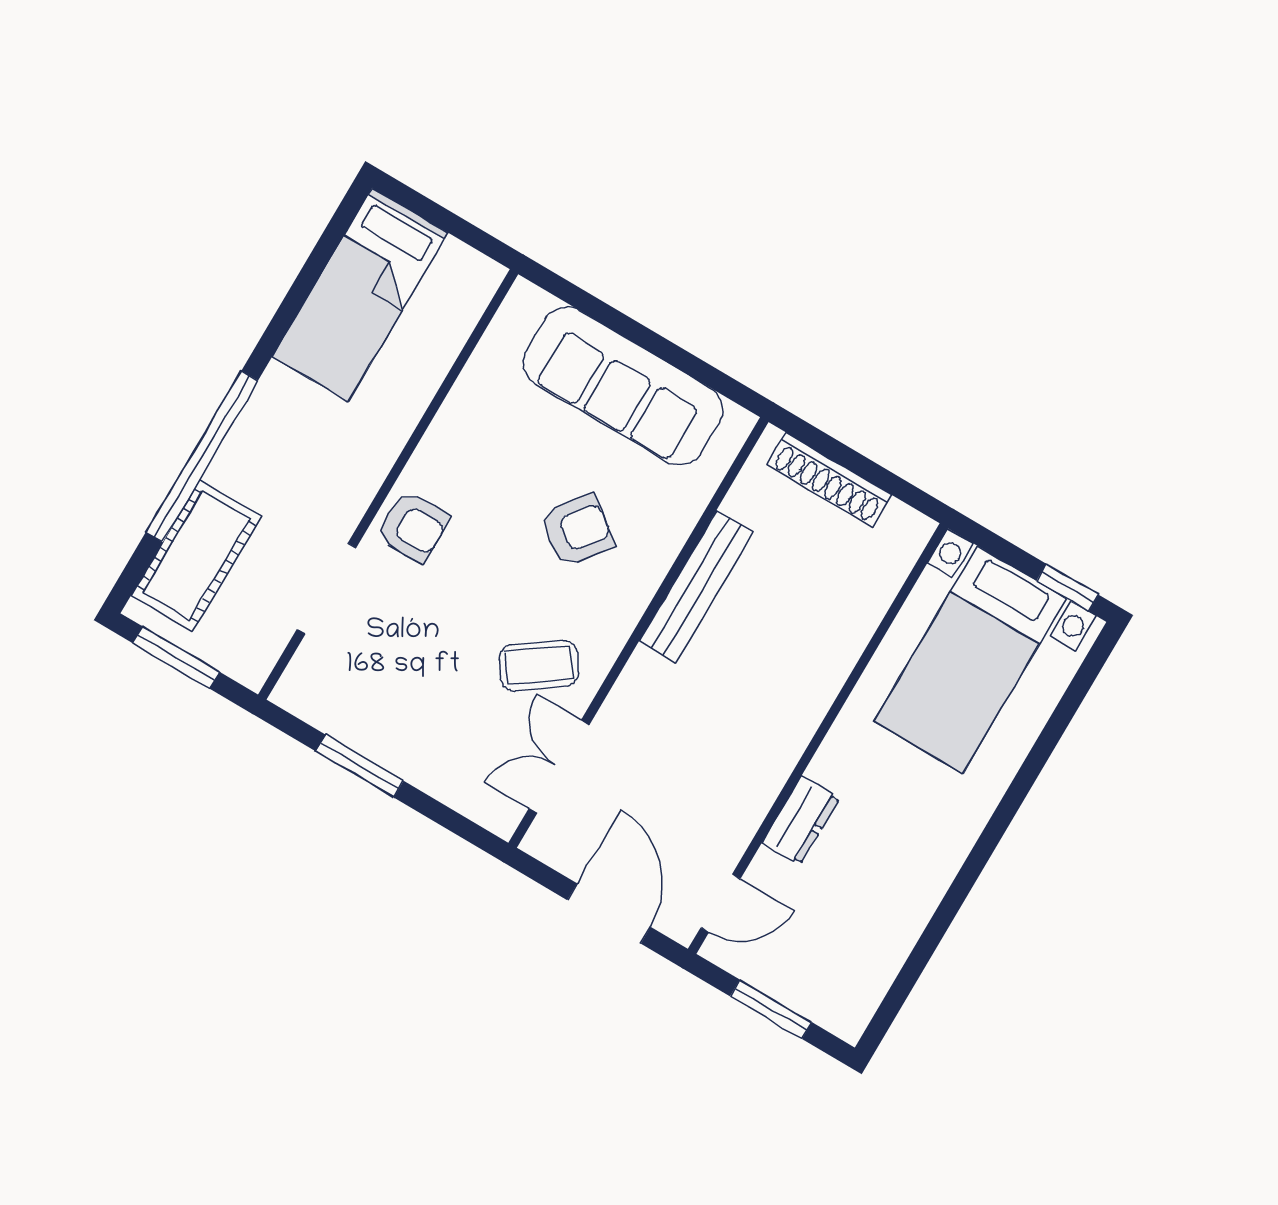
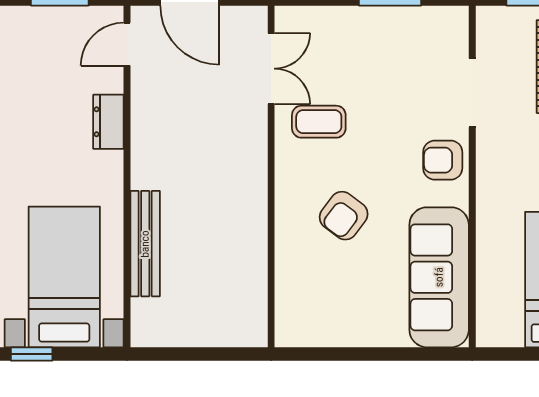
sofa: (623, 386) -> (439, 277), moved, turned -90
shoe rack: (829, 480) -> (211, 334), removed
bench: (696, 587) -> (145, 244), moved
coffee table: (539, 666) -> (319, 122), turned 36

